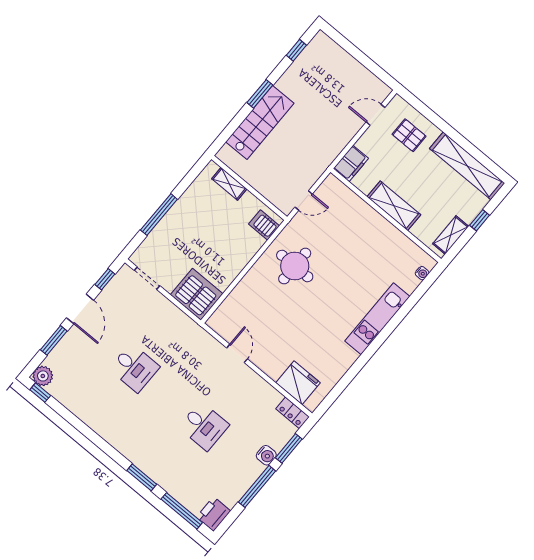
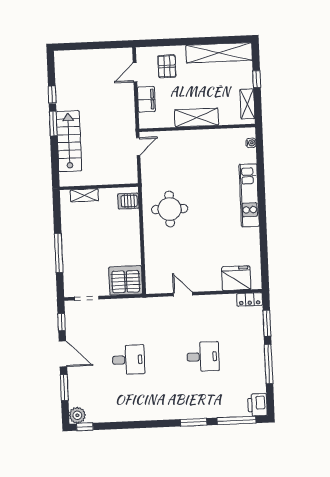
window: (296, 50) -> (52, 95), moved
pallet: (409, 135) -> (167, 66), turned 90
filing cabinet: (351, 163) -> (146, 99), moved
door: (304, 201) -> (138, 147), moved
water cooler: (266, 455) -> (257, 340), removed

